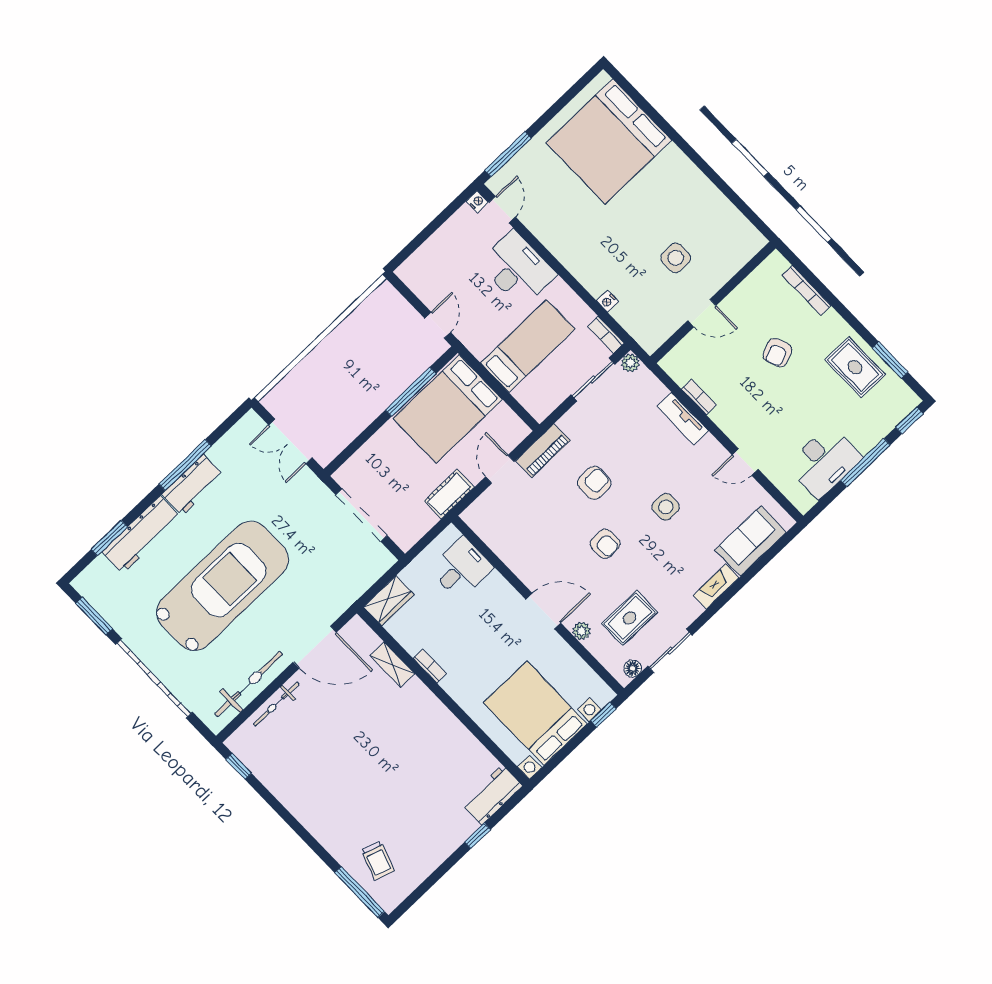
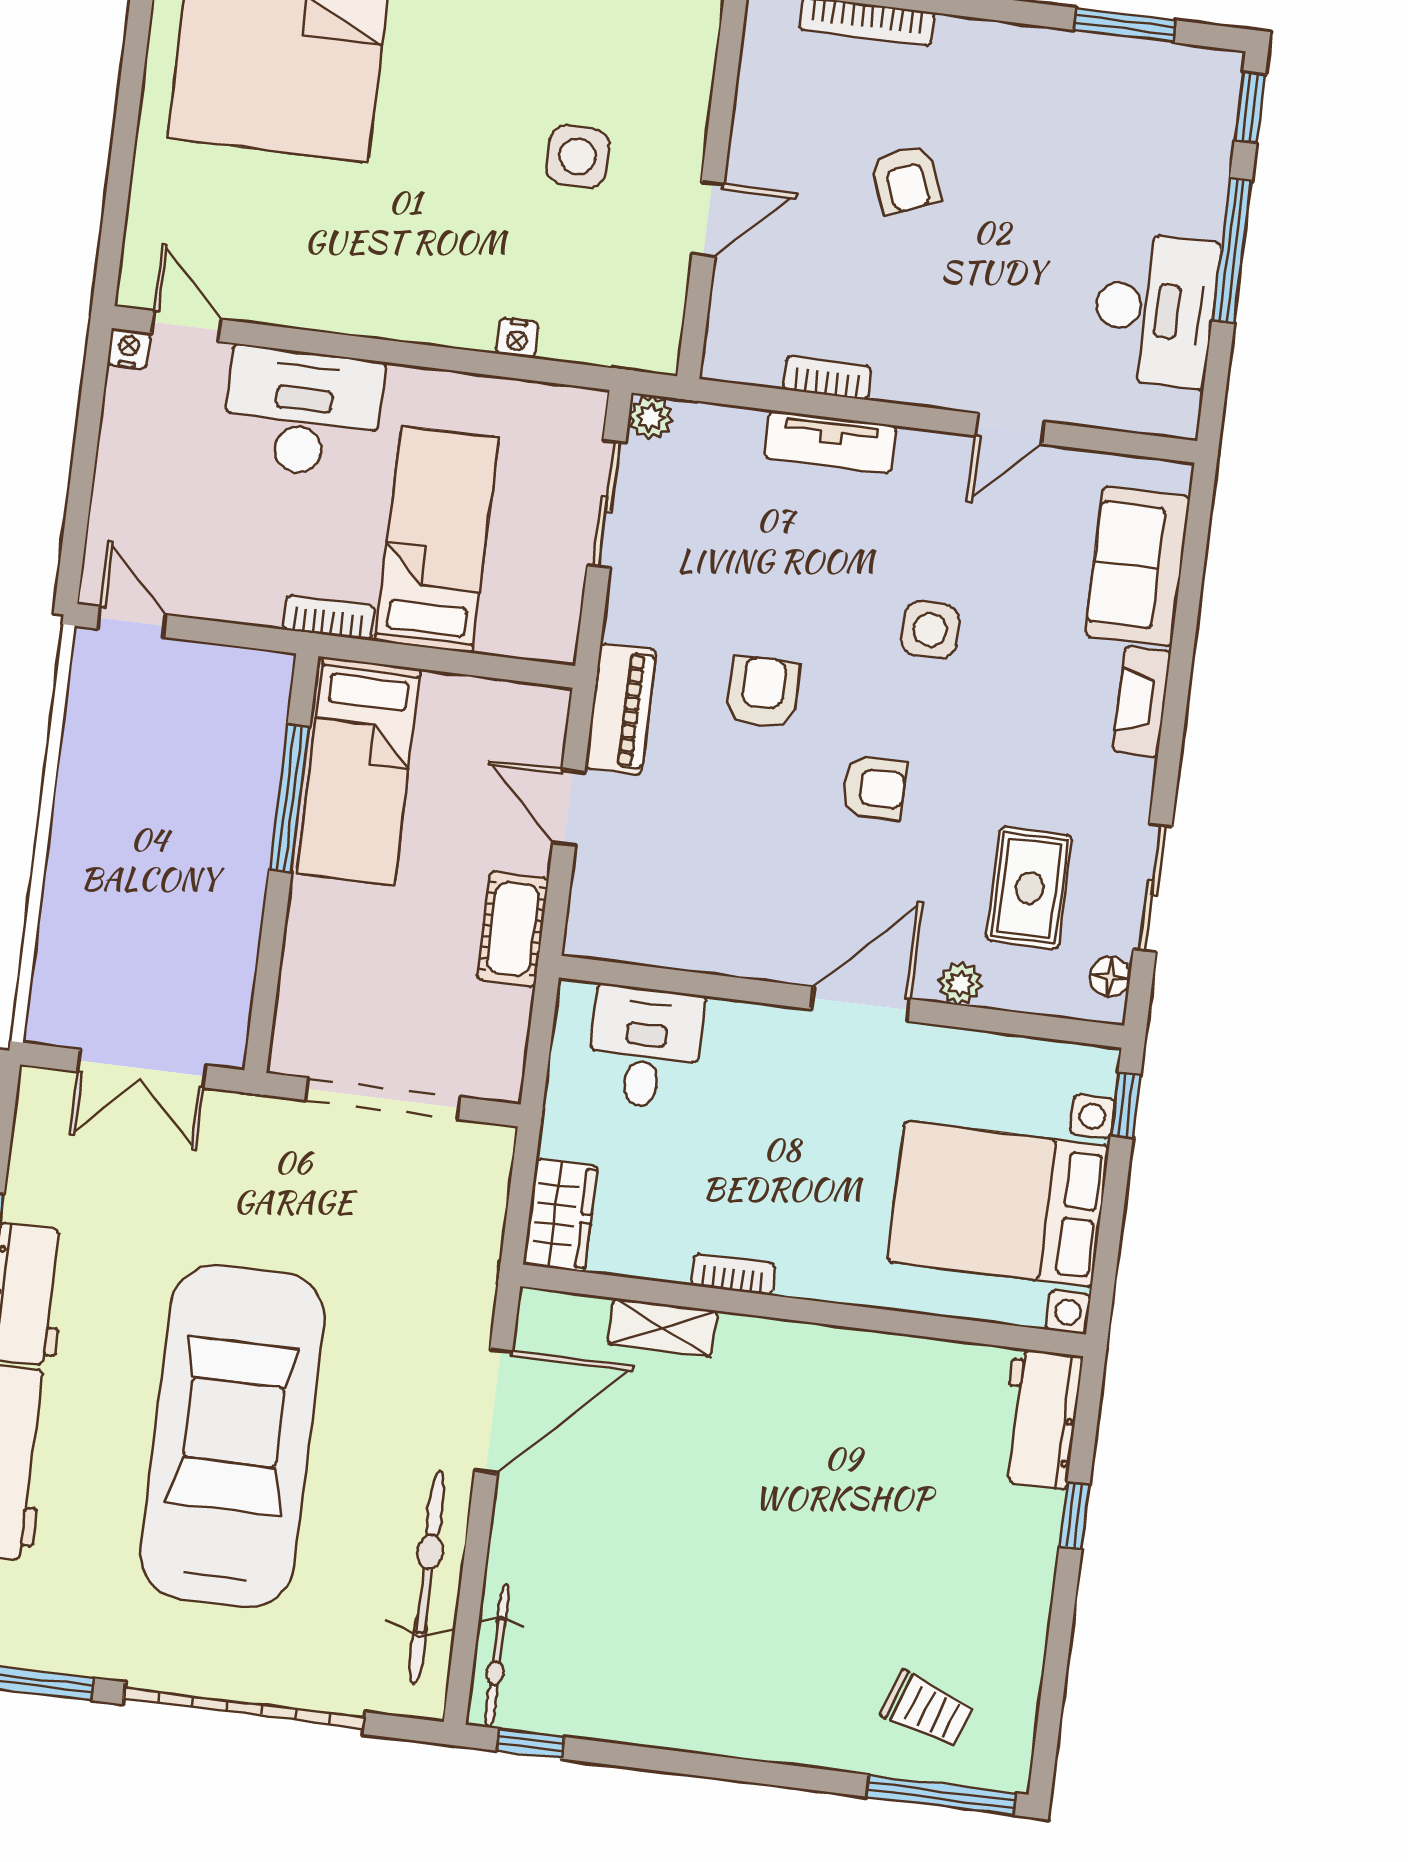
window: (508, 154) -> (115, 216), removed
door: (438, 325) -> (132, 622), moved
bookcase: (606, 335) -> (329, 617), moved, turned 180
rug: (855, 367) -> (1071, 90), removed
bed: (448, 409) -> (359, 771), width x0.67
bicycle: (276, 704) -> (497, 1656), moved

